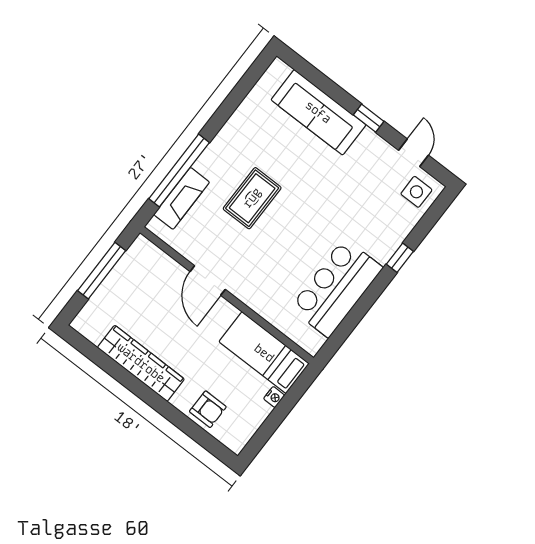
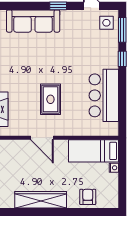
rug: (252, 198) -> (50, 99), moved
window: (431, 218) -> (122, 30), added
armchair: (208, 409) -> (88, 197), turned -90

